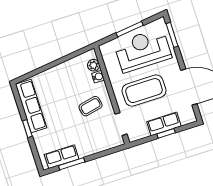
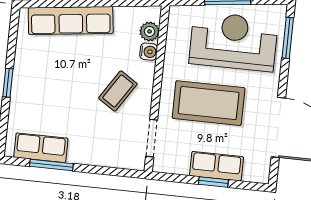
row of seats: (31, 106) -> (71, 20), moved, turned 83
coffee table: (91, 106) -> (118, 91), turned -45

